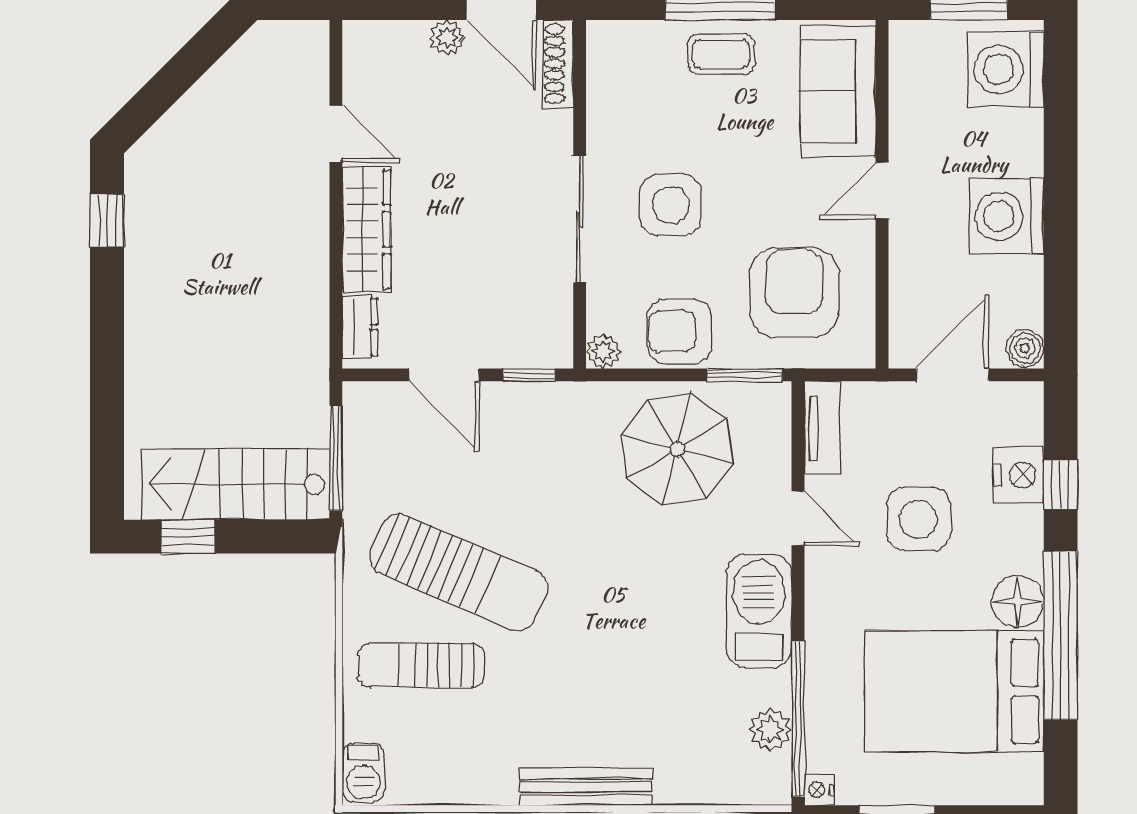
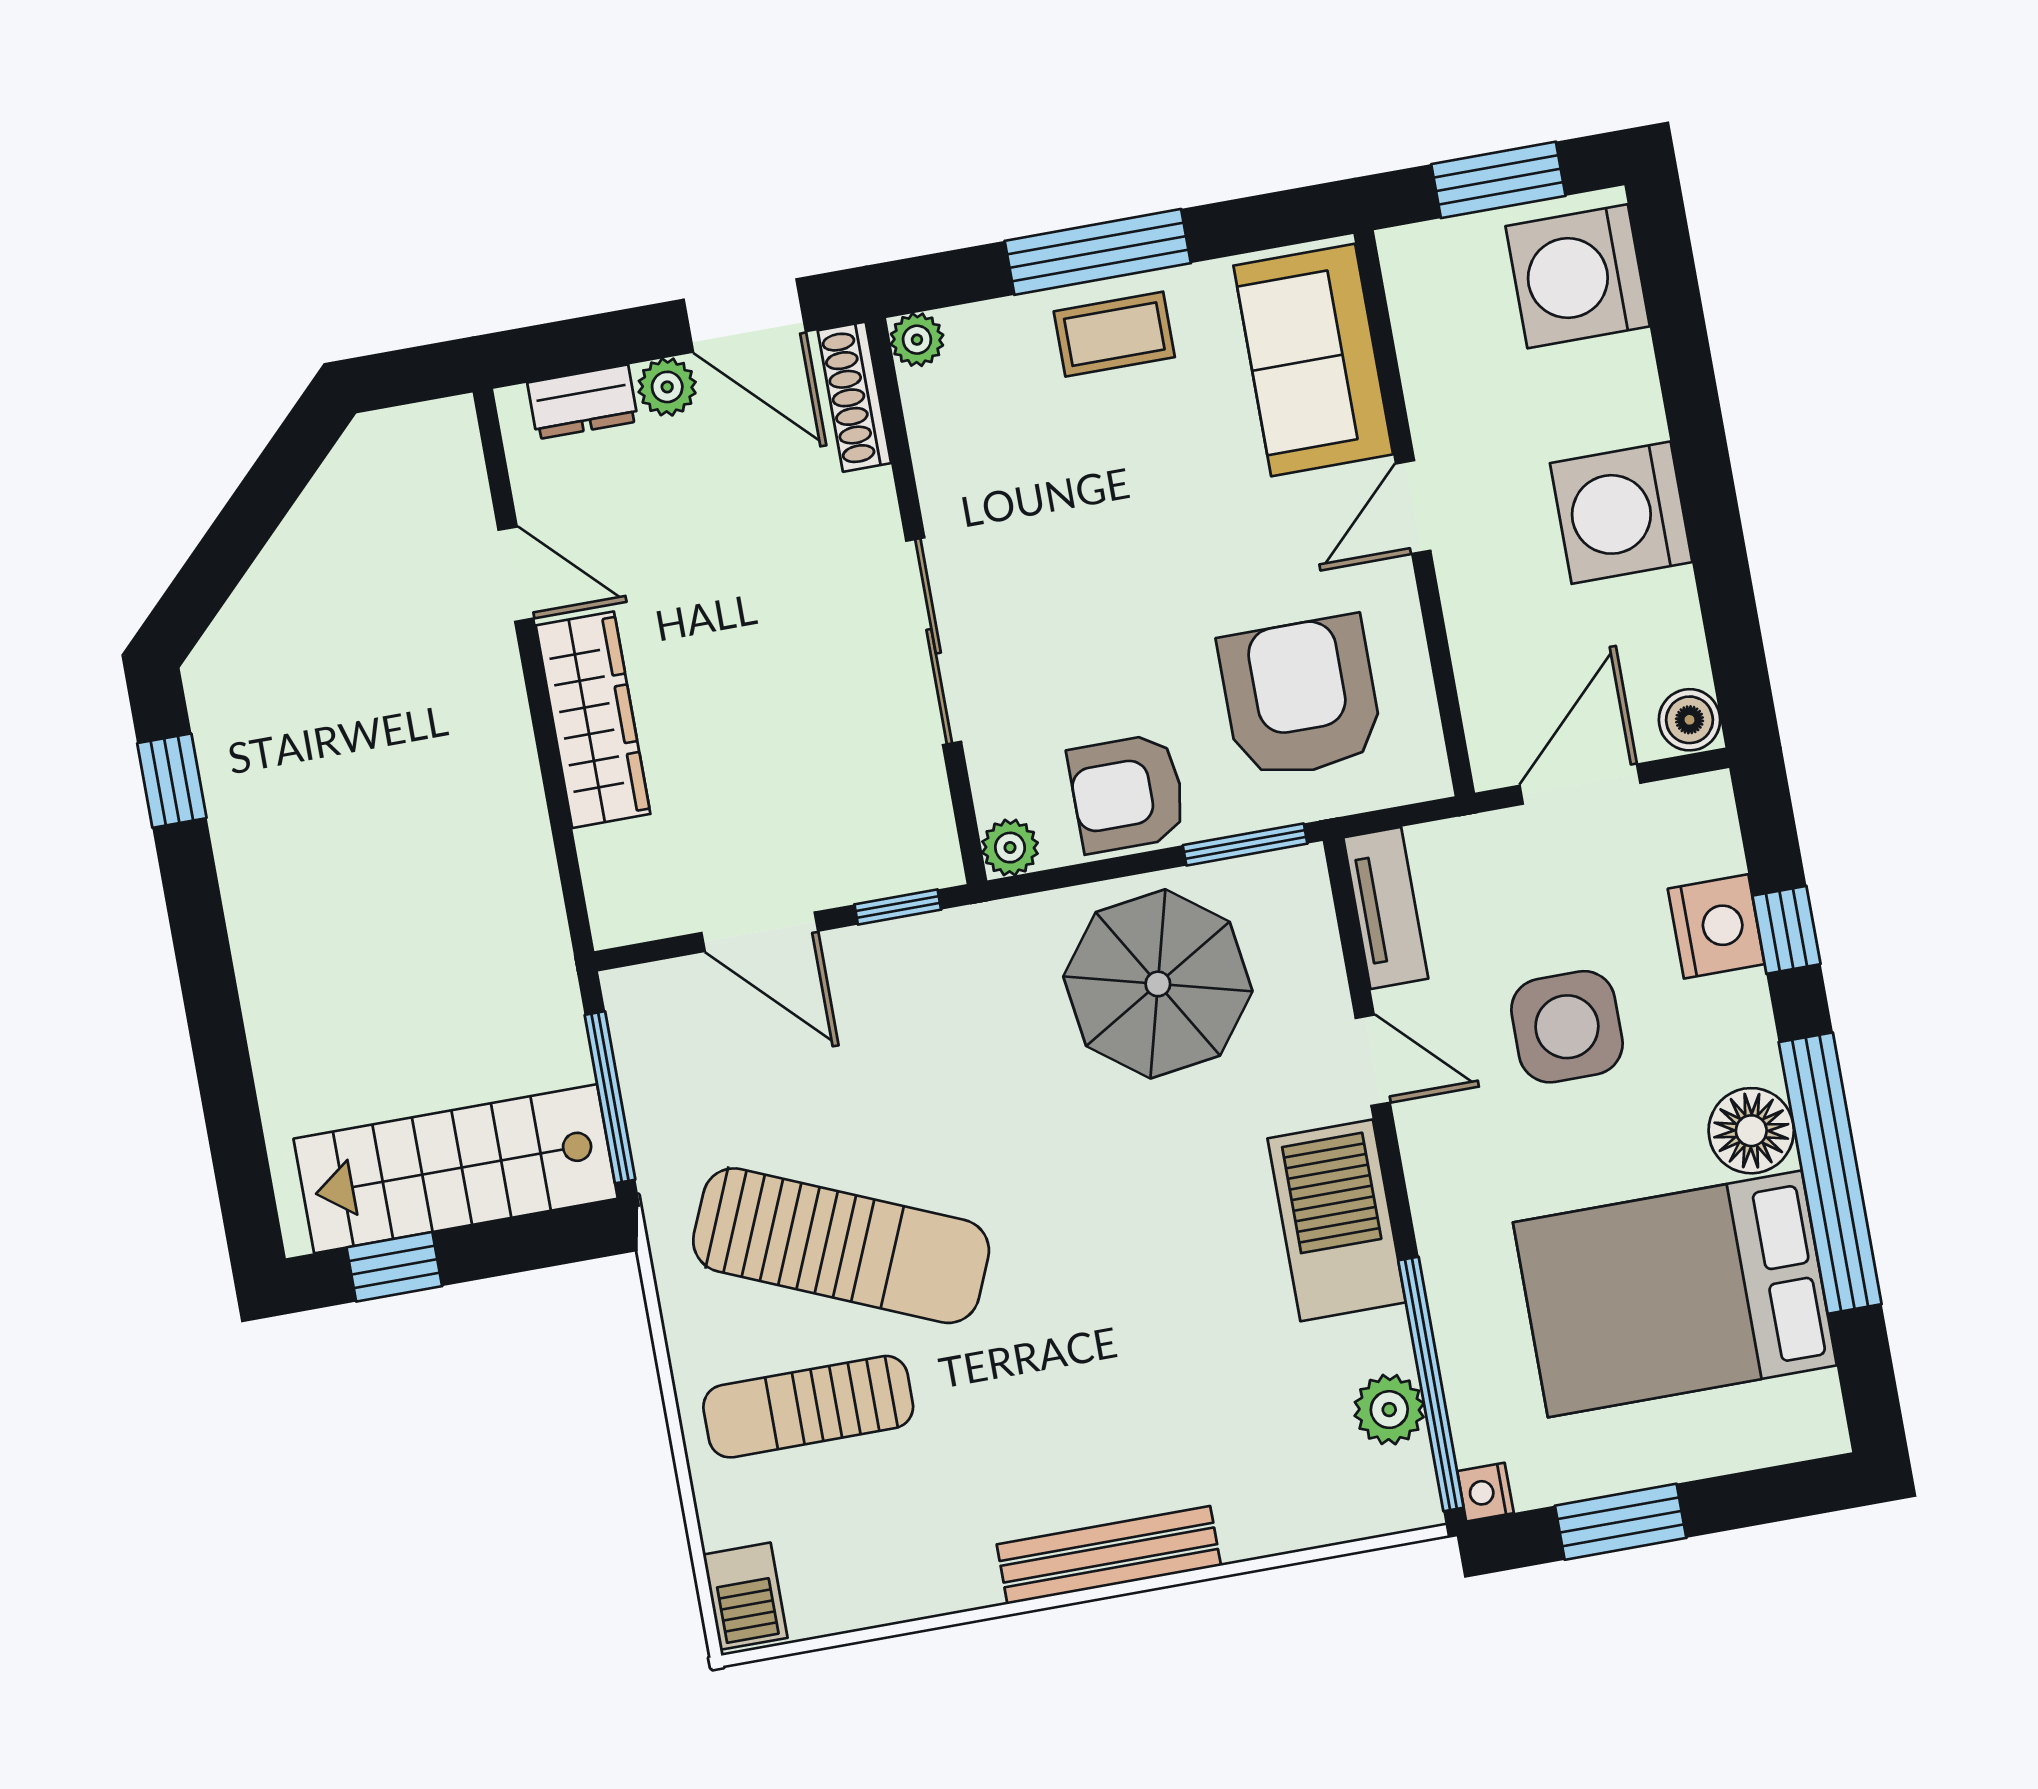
plant: (602, 36) -> (917, 340), added
side table: (671, 205) -> (1076, 592), removed
dresser: (360, 327) -> (583, 402), moved, turned 90

